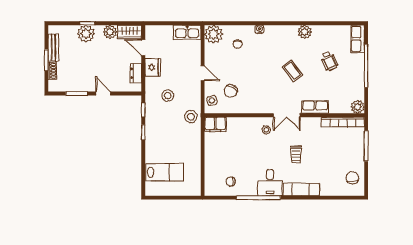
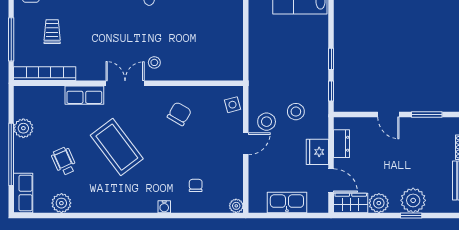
kitchen sink: (187, 32) -> (287, 202), moved
plant: (305, 32) -> (61, 203), moved
plant: (214, 34) -> (236, 206), width x0.53, depth x0.53
coffee table: (292, 71) -> (117, 147), width x1.86, depth x1.72
door: (203, 73) -> (246, 144), swing flipped
chair: (231, 91) -> (179, 114), moved
plant: (358, 107) -> (23, 128), moved
stool: (191, 117) -> (267, 122), moved
filing cabinet: (215, 124) -> (228, 70), removed
trolley: (296, 154) -> (52, 32), moved

